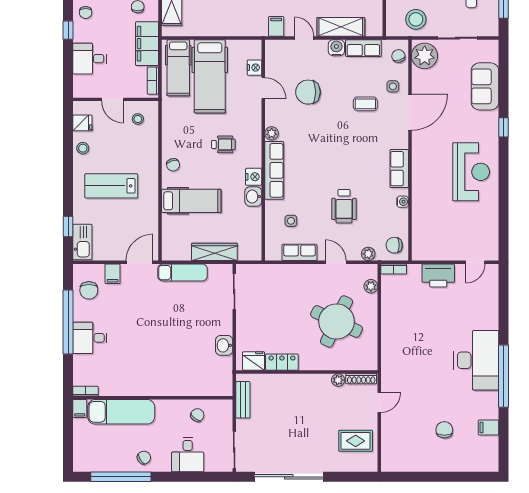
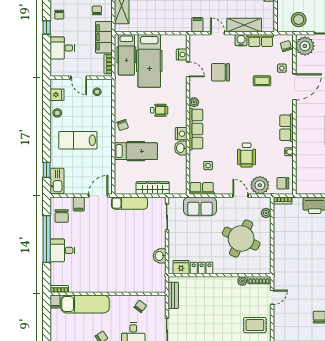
row of seats: (299, 252) -> (202, 188), moved
plant: (368, 254) -> (260, 185), width x1.87, depth x1.87
sofa: (280, 277) -> (200, 206), added

